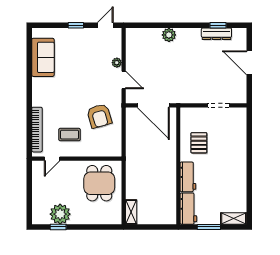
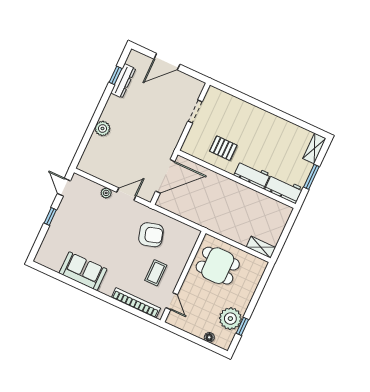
sofa: (43, 57) -> (83, 271), moved
floor lamp: (36, 204) -> (209, 337), added

